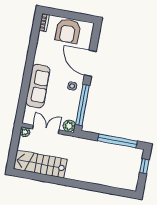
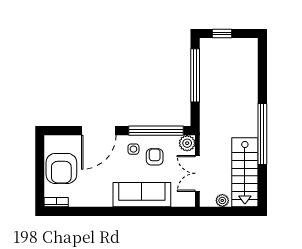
armchair: (68, 31) -> (61, 168), turned 90
armchair: (64, 100) -> (155, 157), added
plant: (25, 132) -> (222, 200), moved
window: (66, 182) -> (262, 134), added

